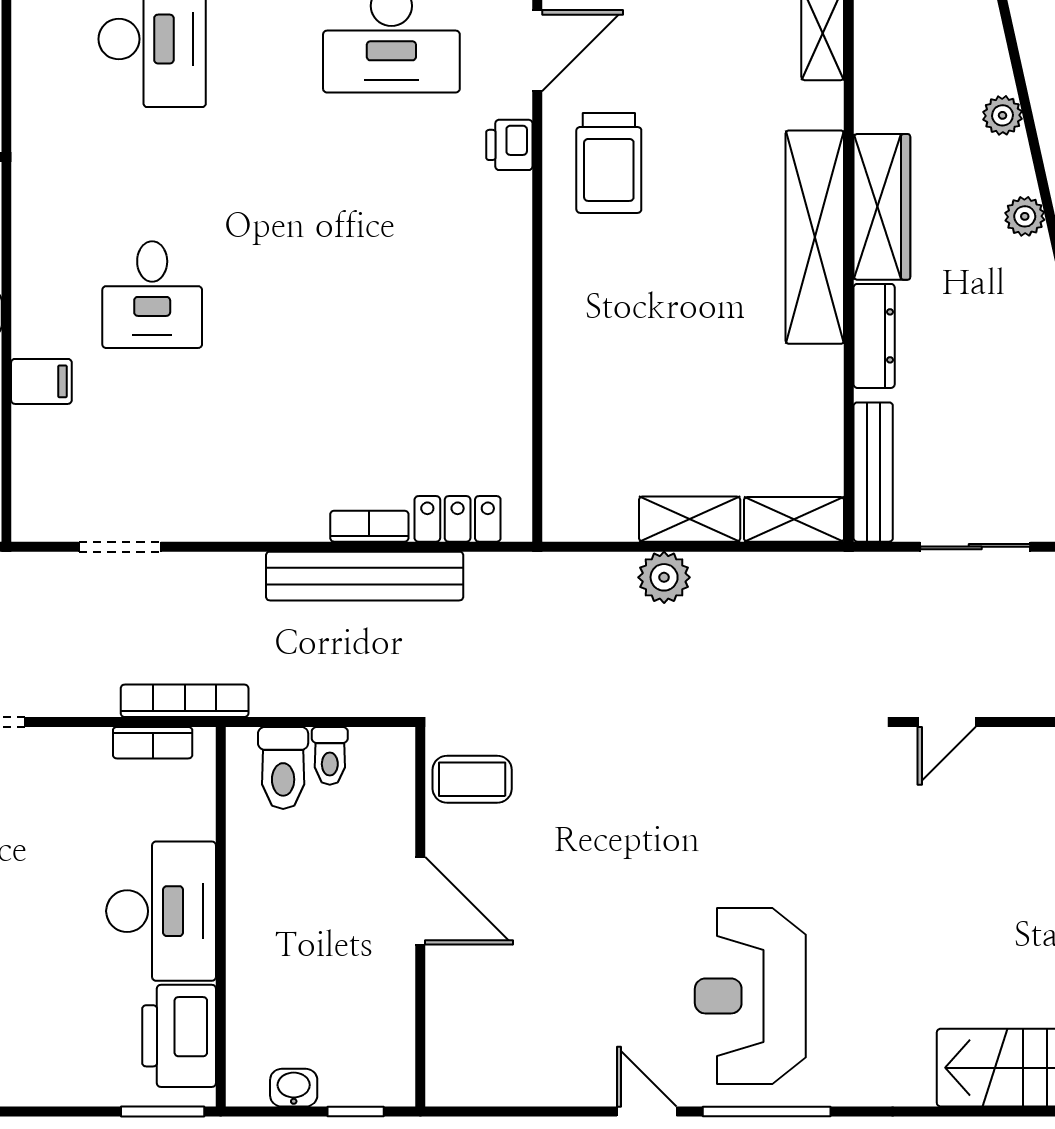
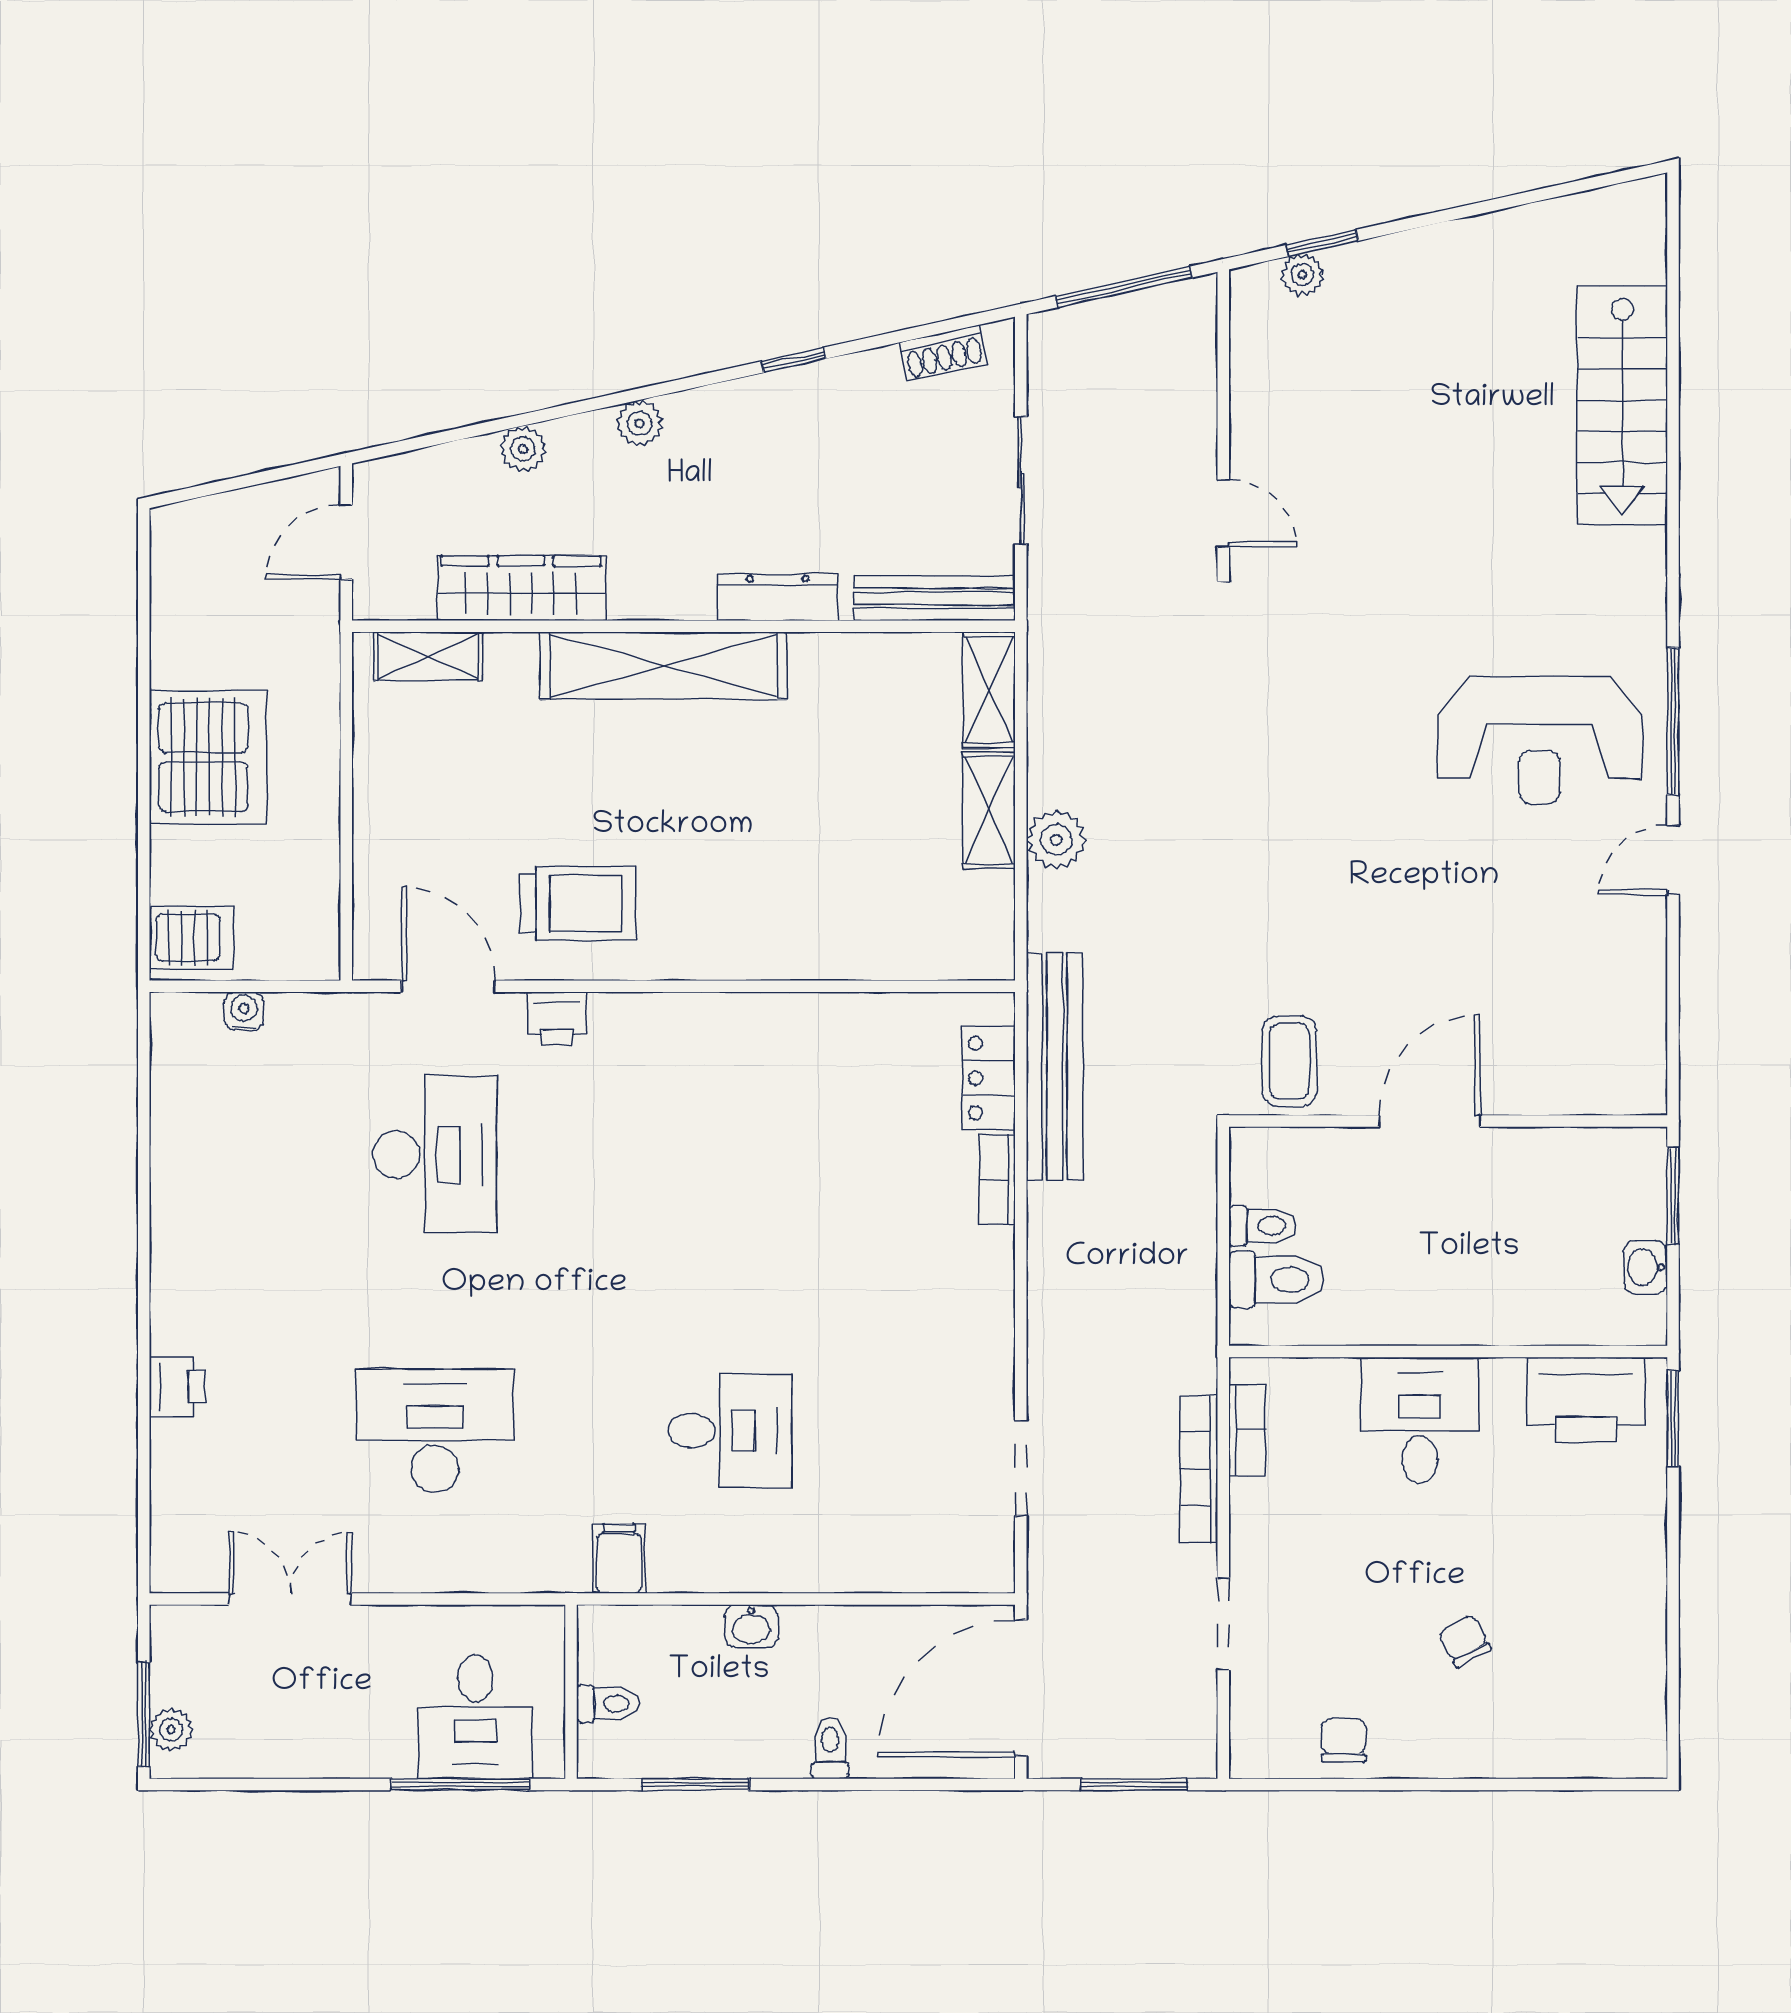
wardrobe: (882, 207) -> (521, 588), moved
filing cabinet: (41, 381) -> (619, 1559), moved
bench: (365, 576) -> (1055, 1067), moved
bookcase: (185, 701) -> (1199, 1469), moved
desk: (161, 911) -> (1420, 1420), width x0.73
window: (356, 1112) -> (1673, 1196), width x1.50

